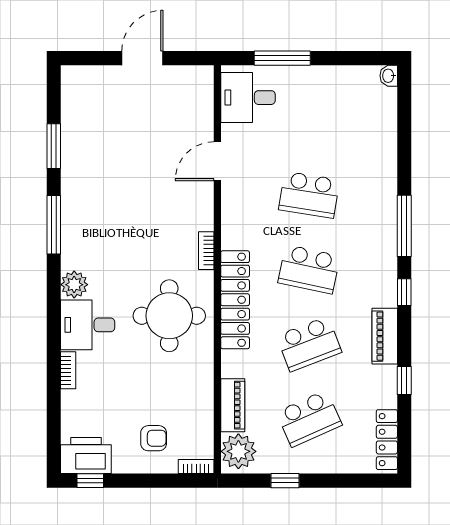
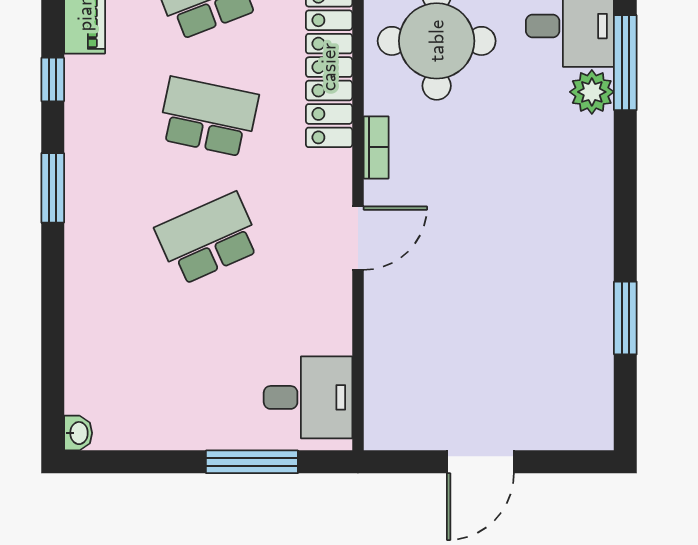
door: (217, 161) -> (358, 238), moved
school desk: (309, 195) -> (208, 239), turned -33
window: (54, 225) -> (625, 63), moved
window: (404, 226) -> (53, 188), width x0.69

